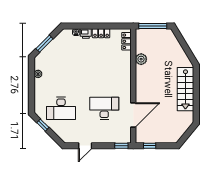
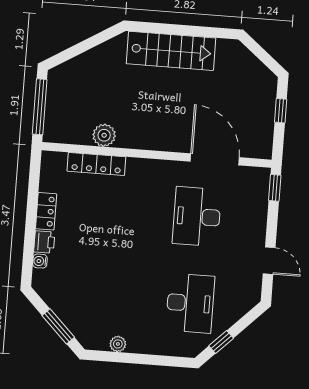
locker: (126, 41) -> (96, 164), moved, width x1.53
window: (150, 146) -> (281, 111), moved

